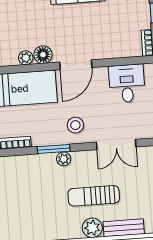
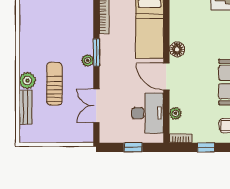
plant: (26, 58) -> (175, 113), moved
desk: (127, 83) -> (148, 113), width x1.37
stool: (75, 125) -> (115, 72), removed

